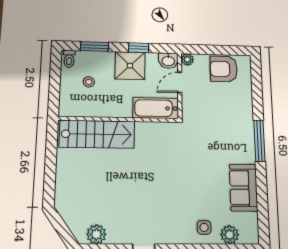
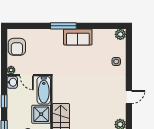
shower: (130, 66) -> (41, 114), moved
sofa: (244, 188) -> (78, 37), moved
plant: (230, 235) -> (120, 34), moved

